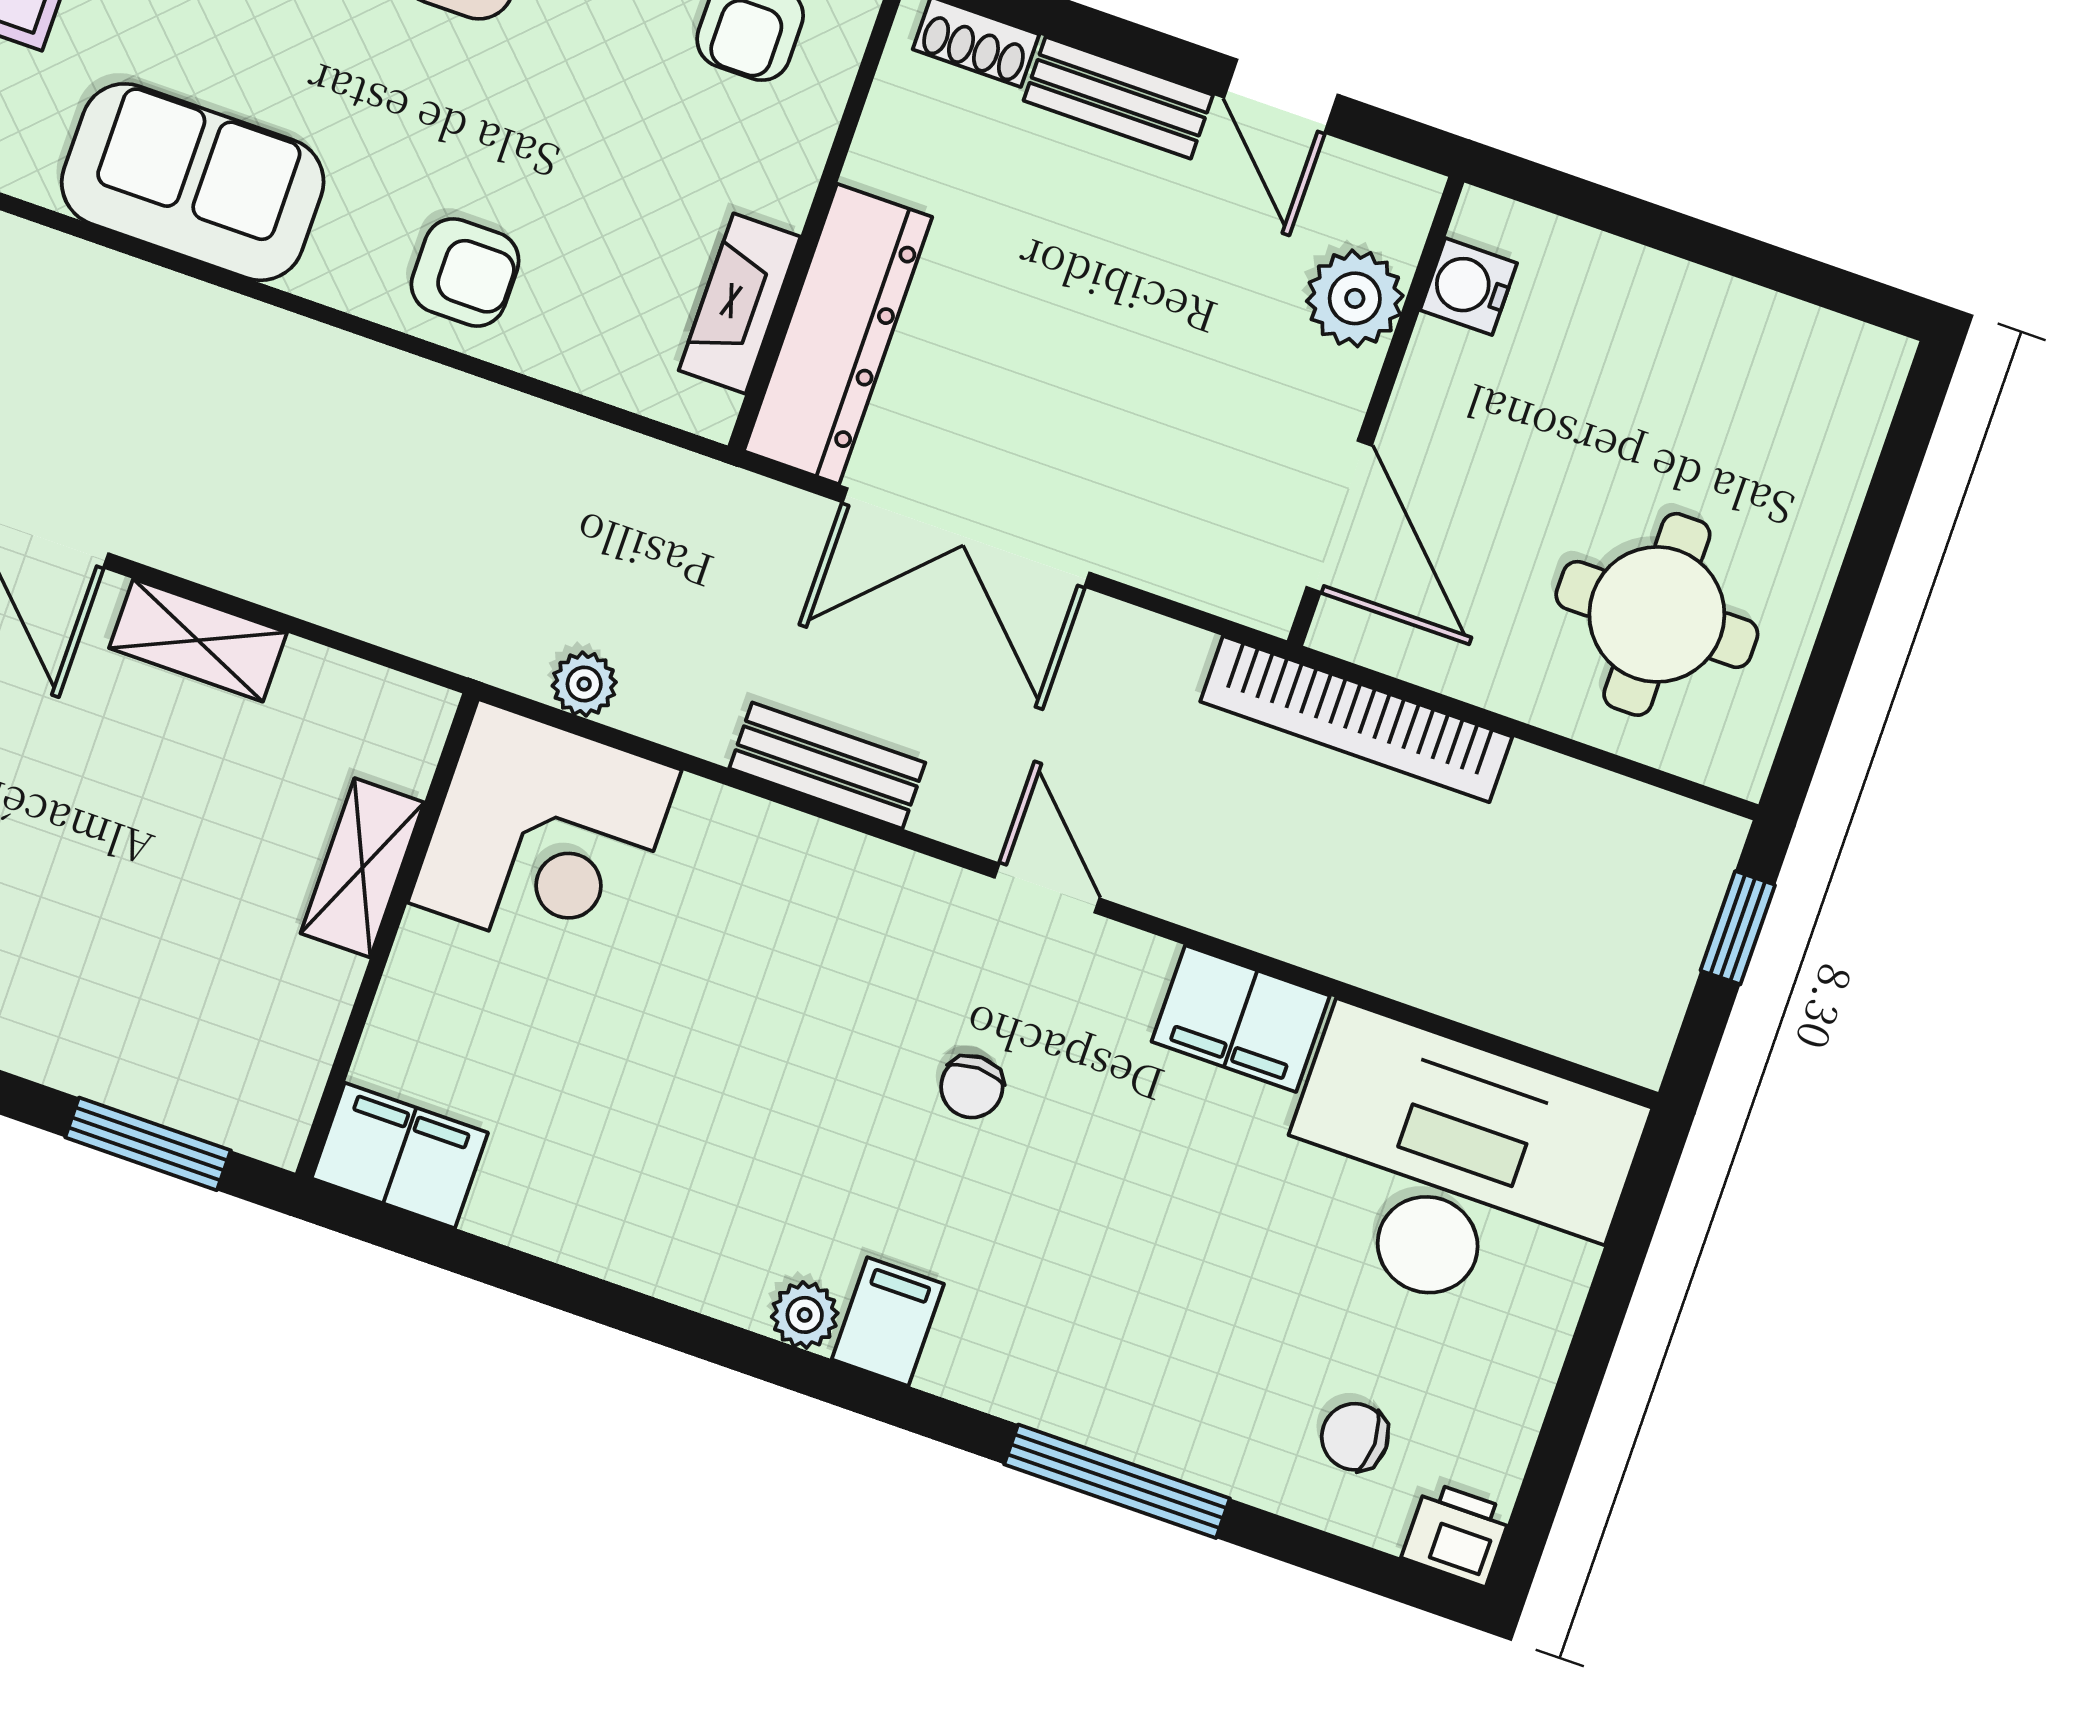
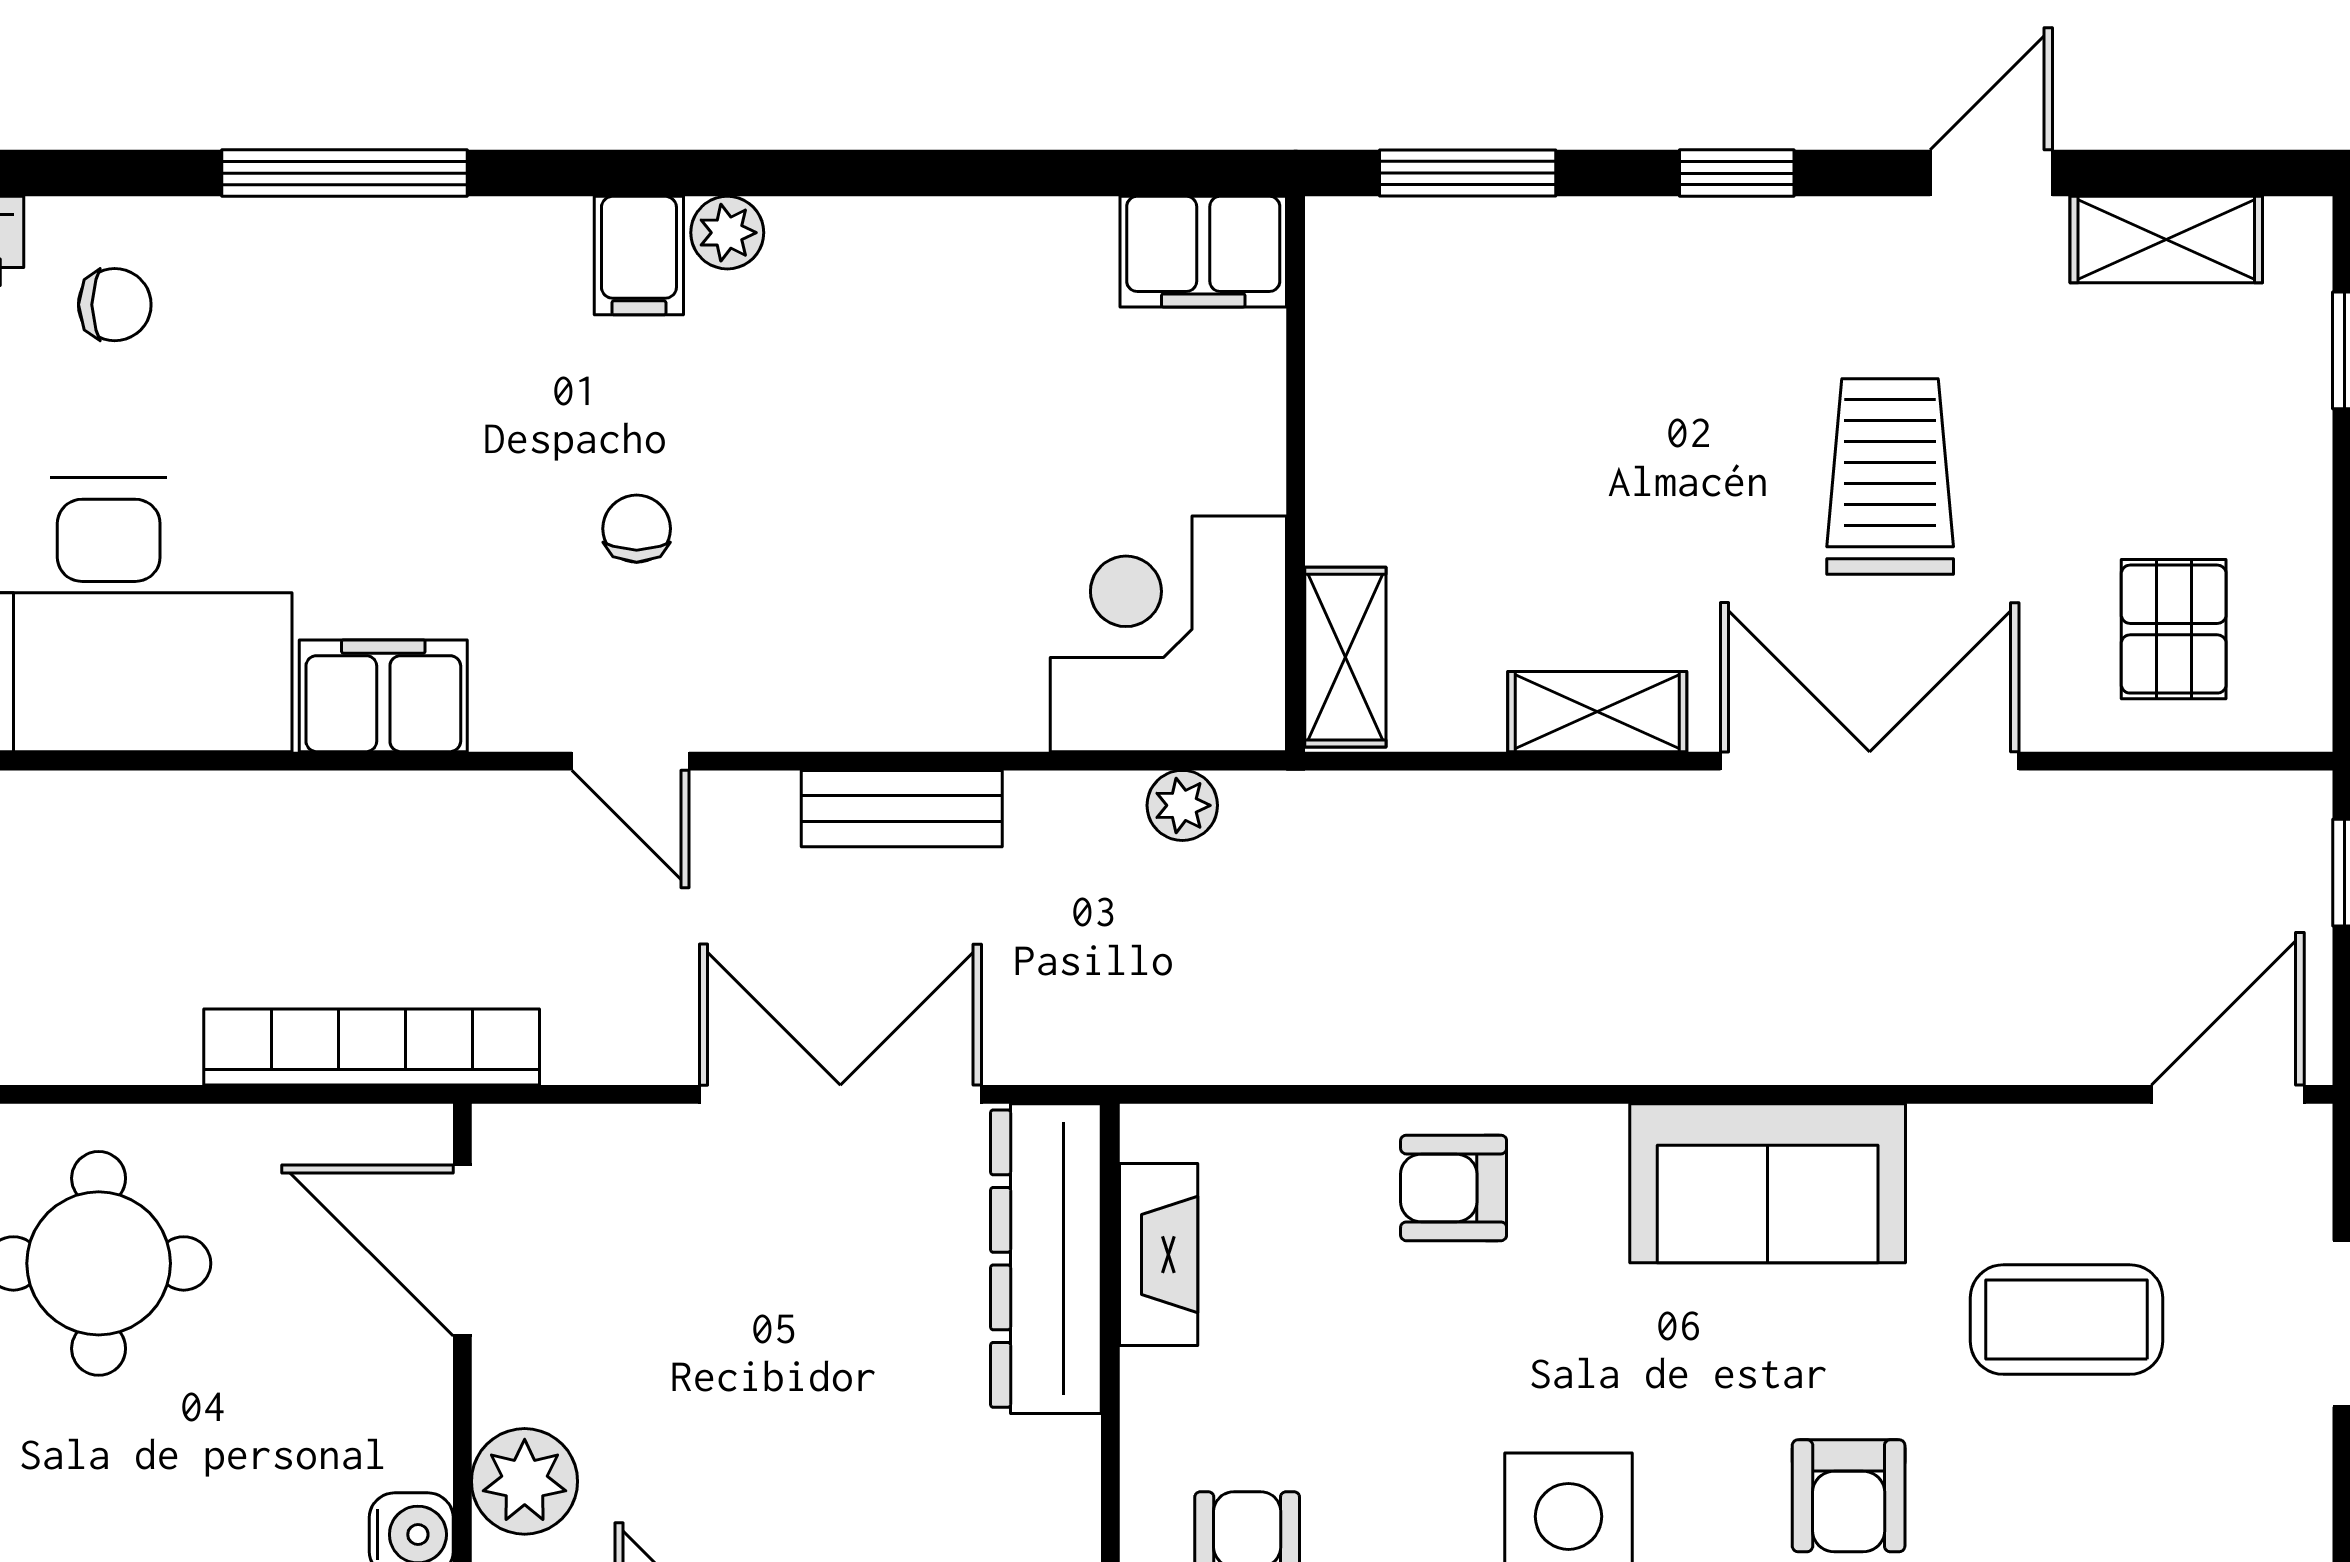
shelving: (362, 868) -> (1345, 657), moved

